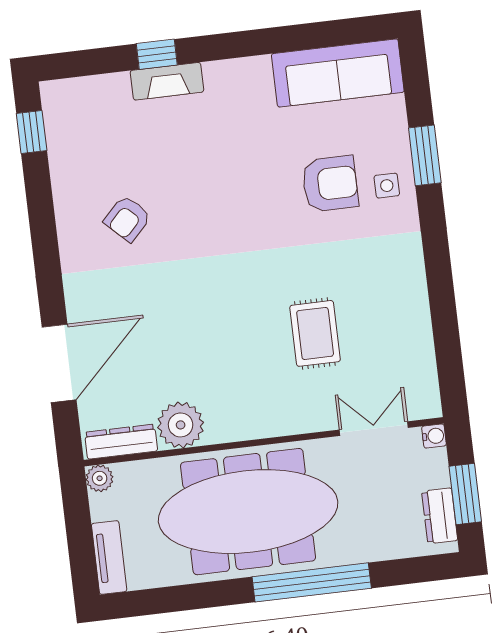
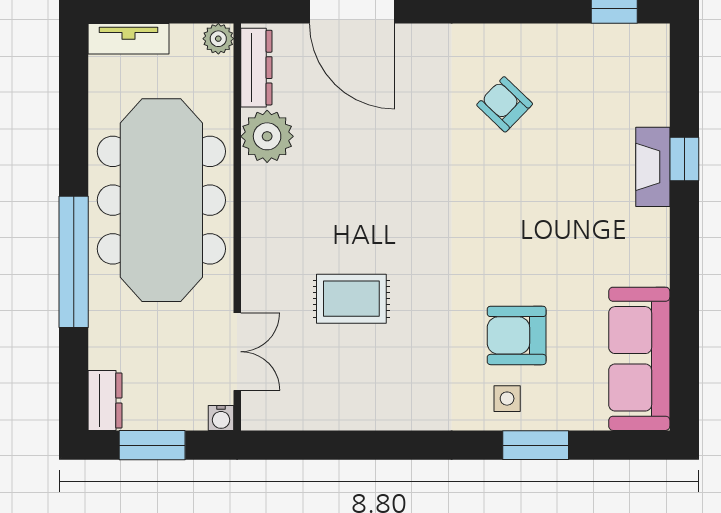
armchair: (330, 184) -> (517, 335), turned 90
dresser: (440, 516) -> (105, 401), moved, turned 90

